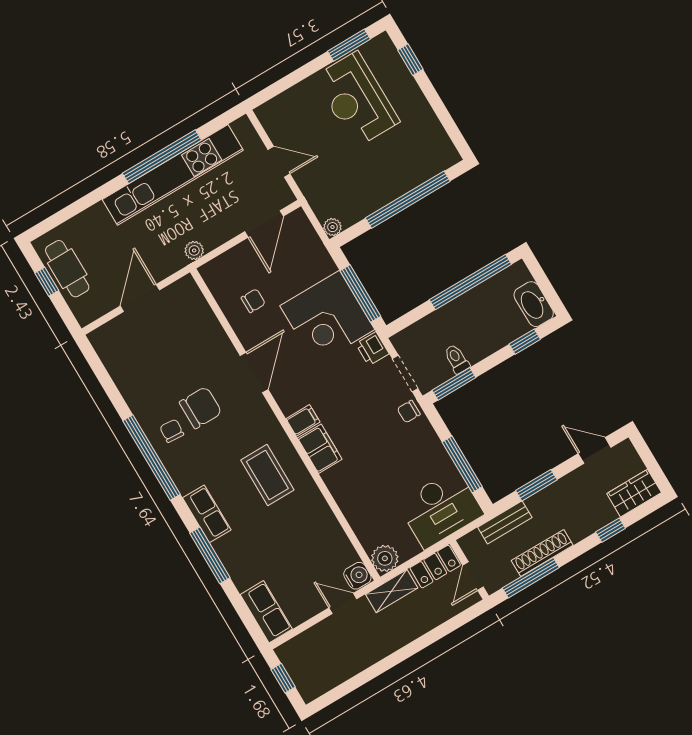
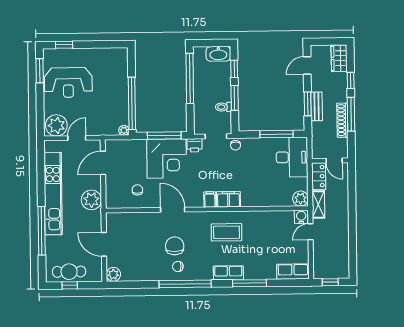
plant: (280, 119) -> (56, 125), added
window: (162, 157) -> (42, 231), moved
window: (408, 200) -> (132, 103), moved
door: (264, 224) -> (103, 163), swing flipped
plant: (194, 250) -> (91, 200), width x1.88, depth x1.88
plant: (102, 339) -> (113, 274), added
window: (454, 384) -> (235, 98), moved
bench: (505, 522) -> (317, 106), moved
window: (531, 578) -> (351, 114), moved

